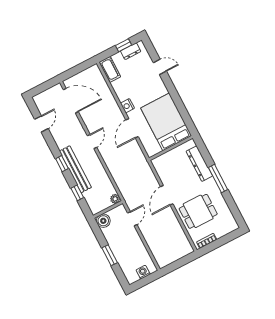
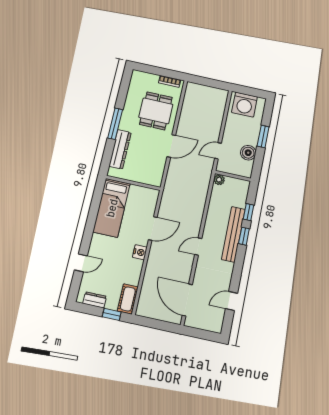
window: (124, 45) -> (112, 314), moved
door: (160, 67) -> (81, 263), swing flipped
bed: (166, 122) -> (112, 208), width x0.67
window: (62, 164) -> (244, 236), moved
dining table: (198, 211) -> (156, 111), turned 90
boiler: (103, 221) -> (248, 153), moved
washing machine: (143, 272) -> (245, 105), width x1.89, depth x1.89

